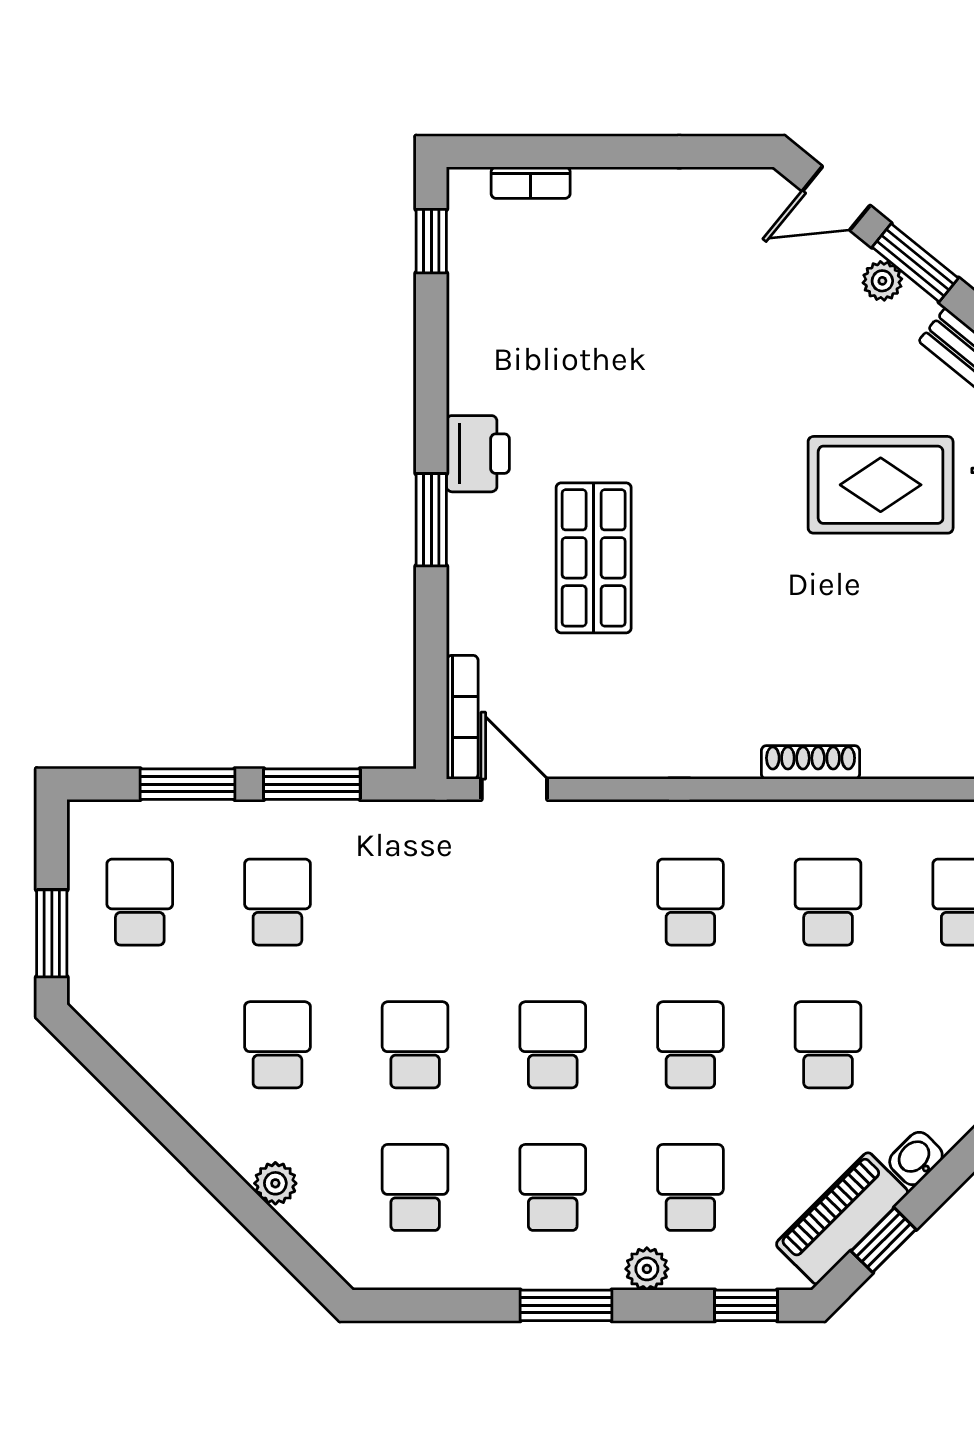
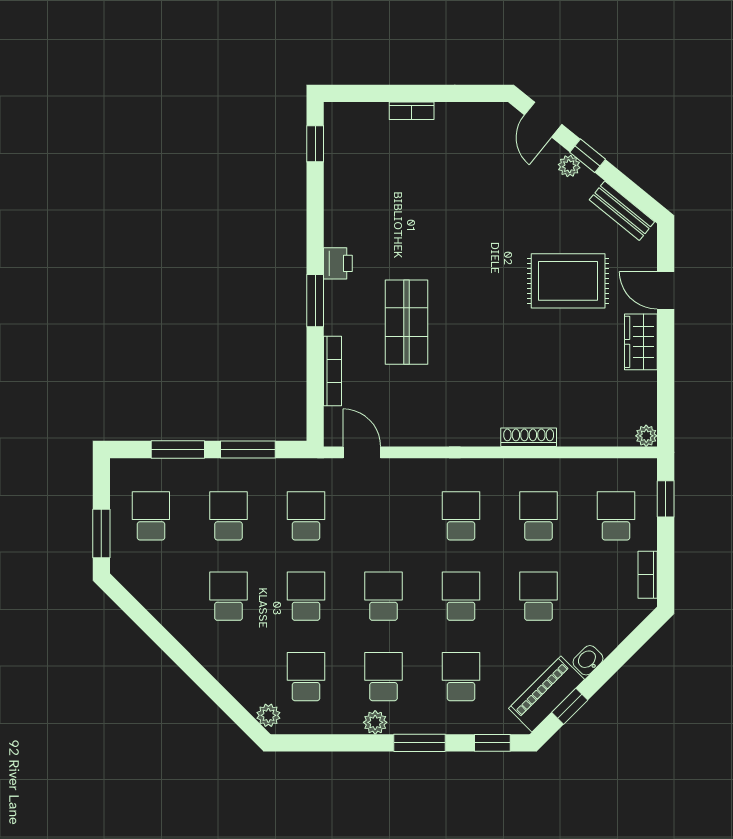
bookcase: (531, 183) -> (412, 111), moved
door: (836, 198) -> (543, 120), hinge flipped
window: (915, 263) -> (588, 156), width x0.67
printer: (478, 454) -> (338, 263), width x0.73, depth x0.81
bookcase: (462, 717) -> (333, 371), moved
school desk: (415, 902) -> (306, 516), added
plant: (275, 1183) -> (268, 715), moved
plant: (647, 1269) -> (375, 722), moved
window: (566, 1305) -> (420, 743), moved

